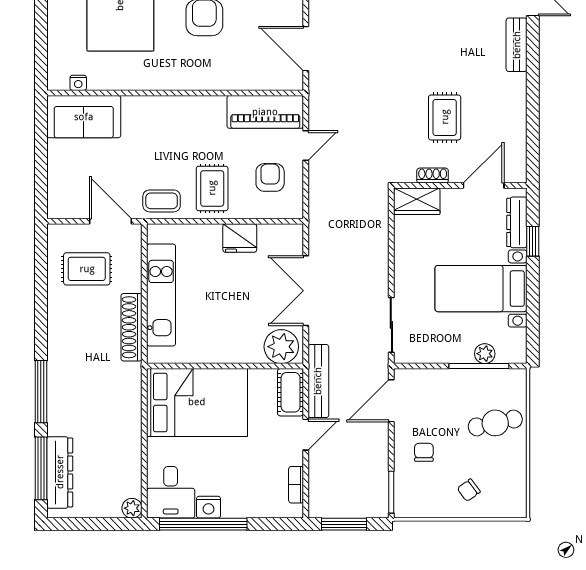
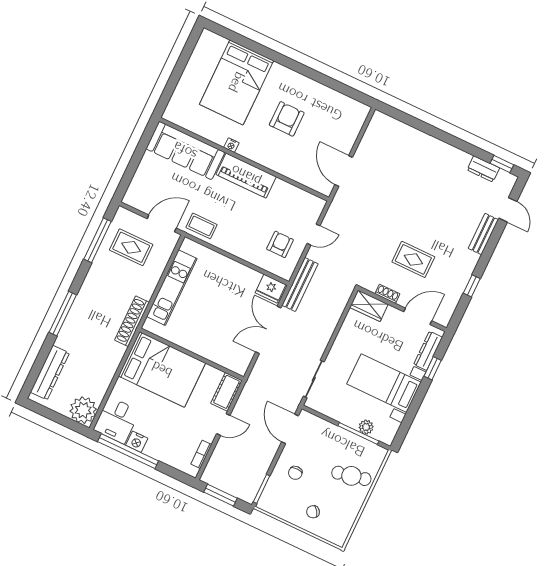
nightstand: (78, 83) -> (231, 145), moved
piano: (265, 112) -> (246, 175), moved
window: (533, 116) -> (472, 286), added
sofa: (84, 117) -> (185, 150), width x1.36
rug: (445, 117) -> (413, 259), turned 90
rug: (212, 188) -> (239, 234), removed
door: (111, 221) -> (162, 223), hinge flipped
fridge: (240, 238) -> (271, 289), moved
shoe rack: (131, 327) -> (132, 321), moved
plant: (281, 347) -> (235, 359), removed
bench: (318, 381) -> (300, 284), moved
door: (391, 401) -> (290, 429), hinge flipped
chair: (424, 452) -> (295, 473), turned 180
window: (41, 468) -> (98, 240), moved
plant: (132, 508) -> (83, 410), width x1.88, depth x1.88

